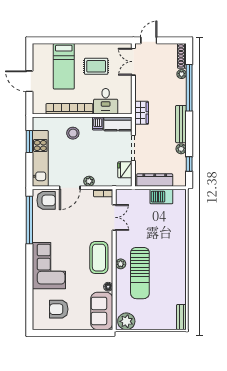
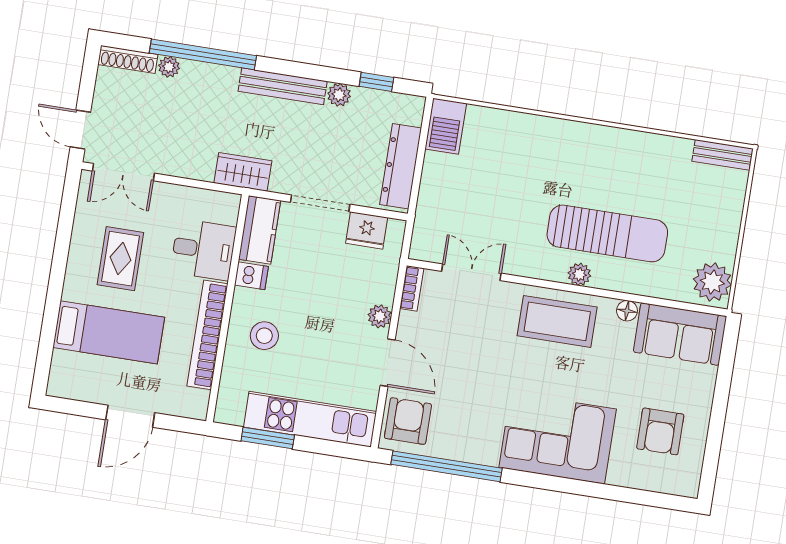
barbecue: (161, 197) -> (446, 126), moved

